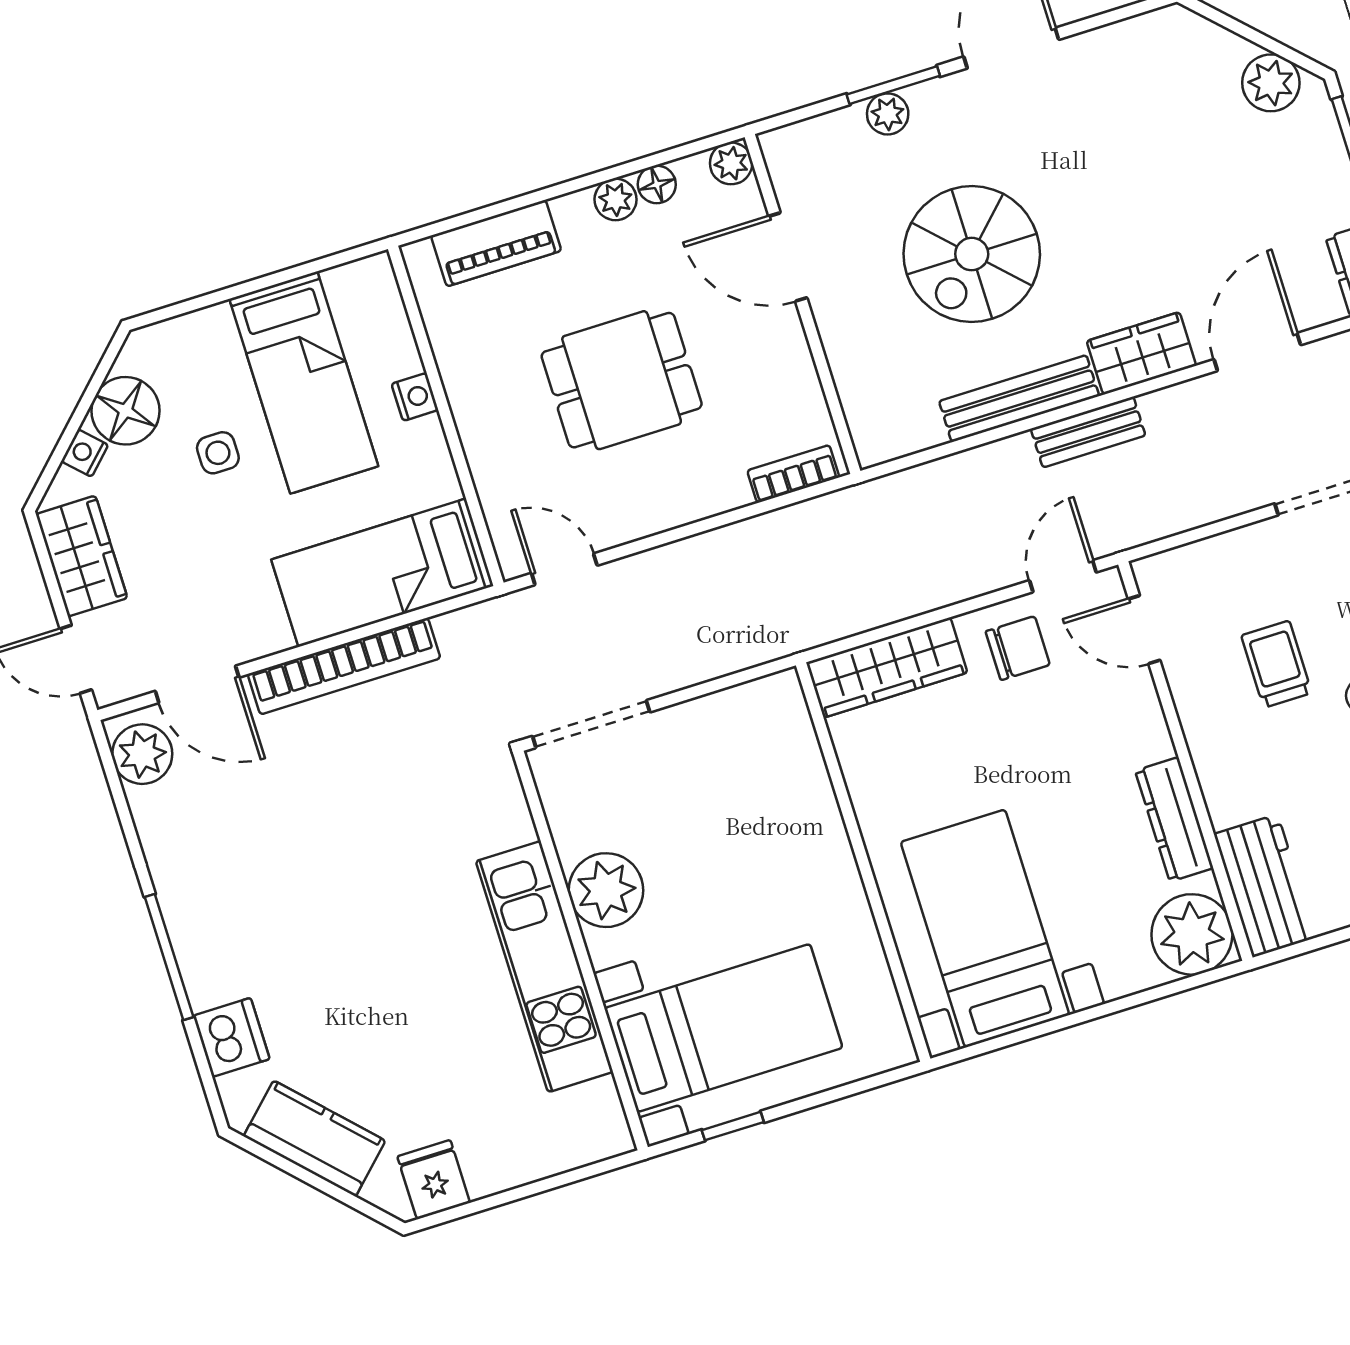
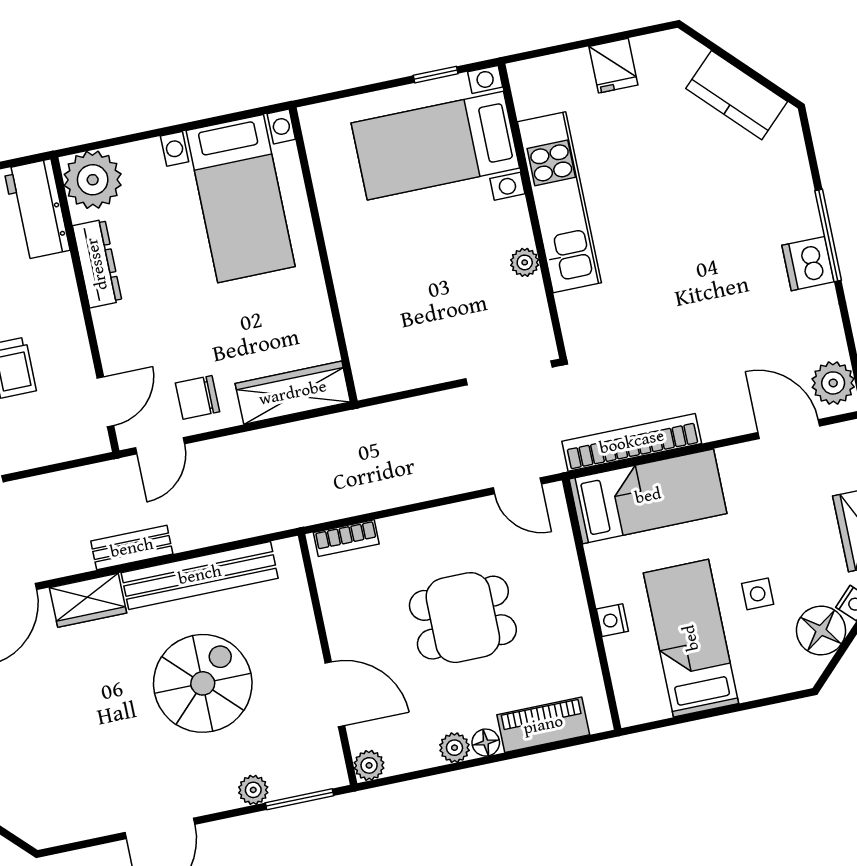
window: (893, 85) -> (299, 799), moved
floor lamp: (657, 184) -> (486, 743), moved
bench: (1019, 399) -> (200, 575), width x1.37, depth x1.21
door: (1144, 630) -> (105, 402), hinge flipped
bookcase: (344, 666) -> (632, 442), moved
plant: (606, 890) -> (525, 262), width x0.53, depth x0.53
dishwasher: (231, 1037) -> (808, 264), moved
fridge: (434, 1180) -> (613, 66), moved

